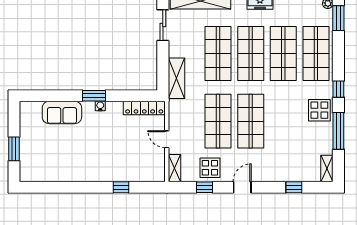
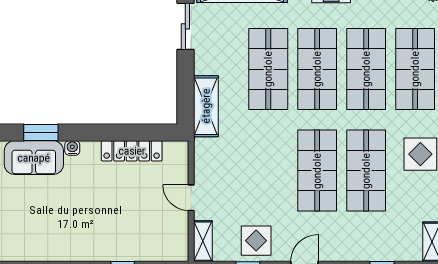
window: (94, 96) -> (41, 132), moved
water cooler: (100, 106) -> (72, 148), moved
locker: (144, 108) -> (132, 151), moved
shop shelf: (218, 121) -> (366, 171), moved

